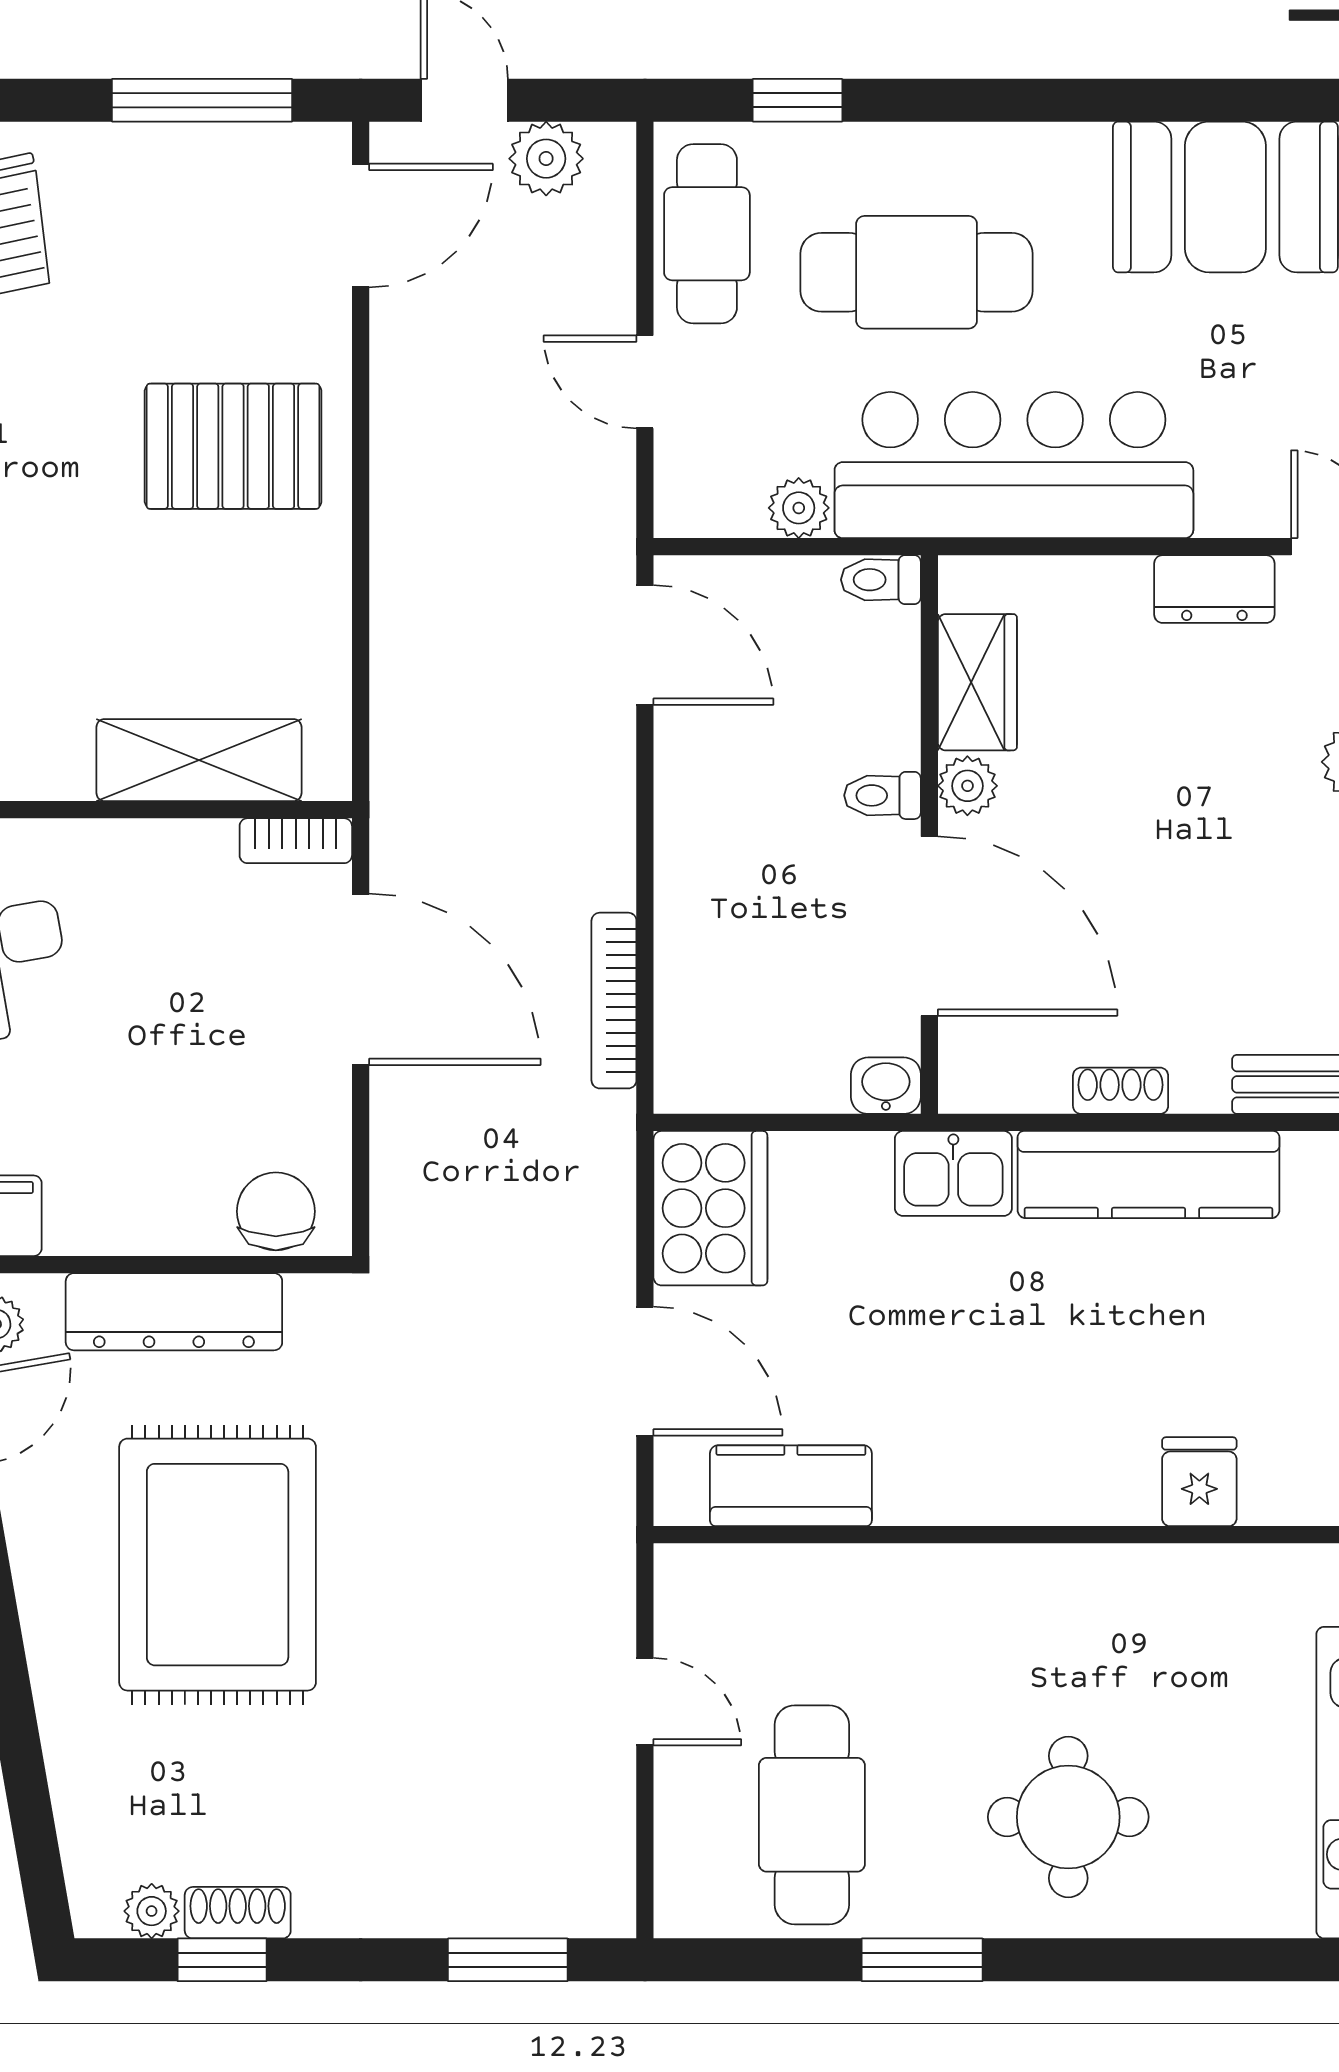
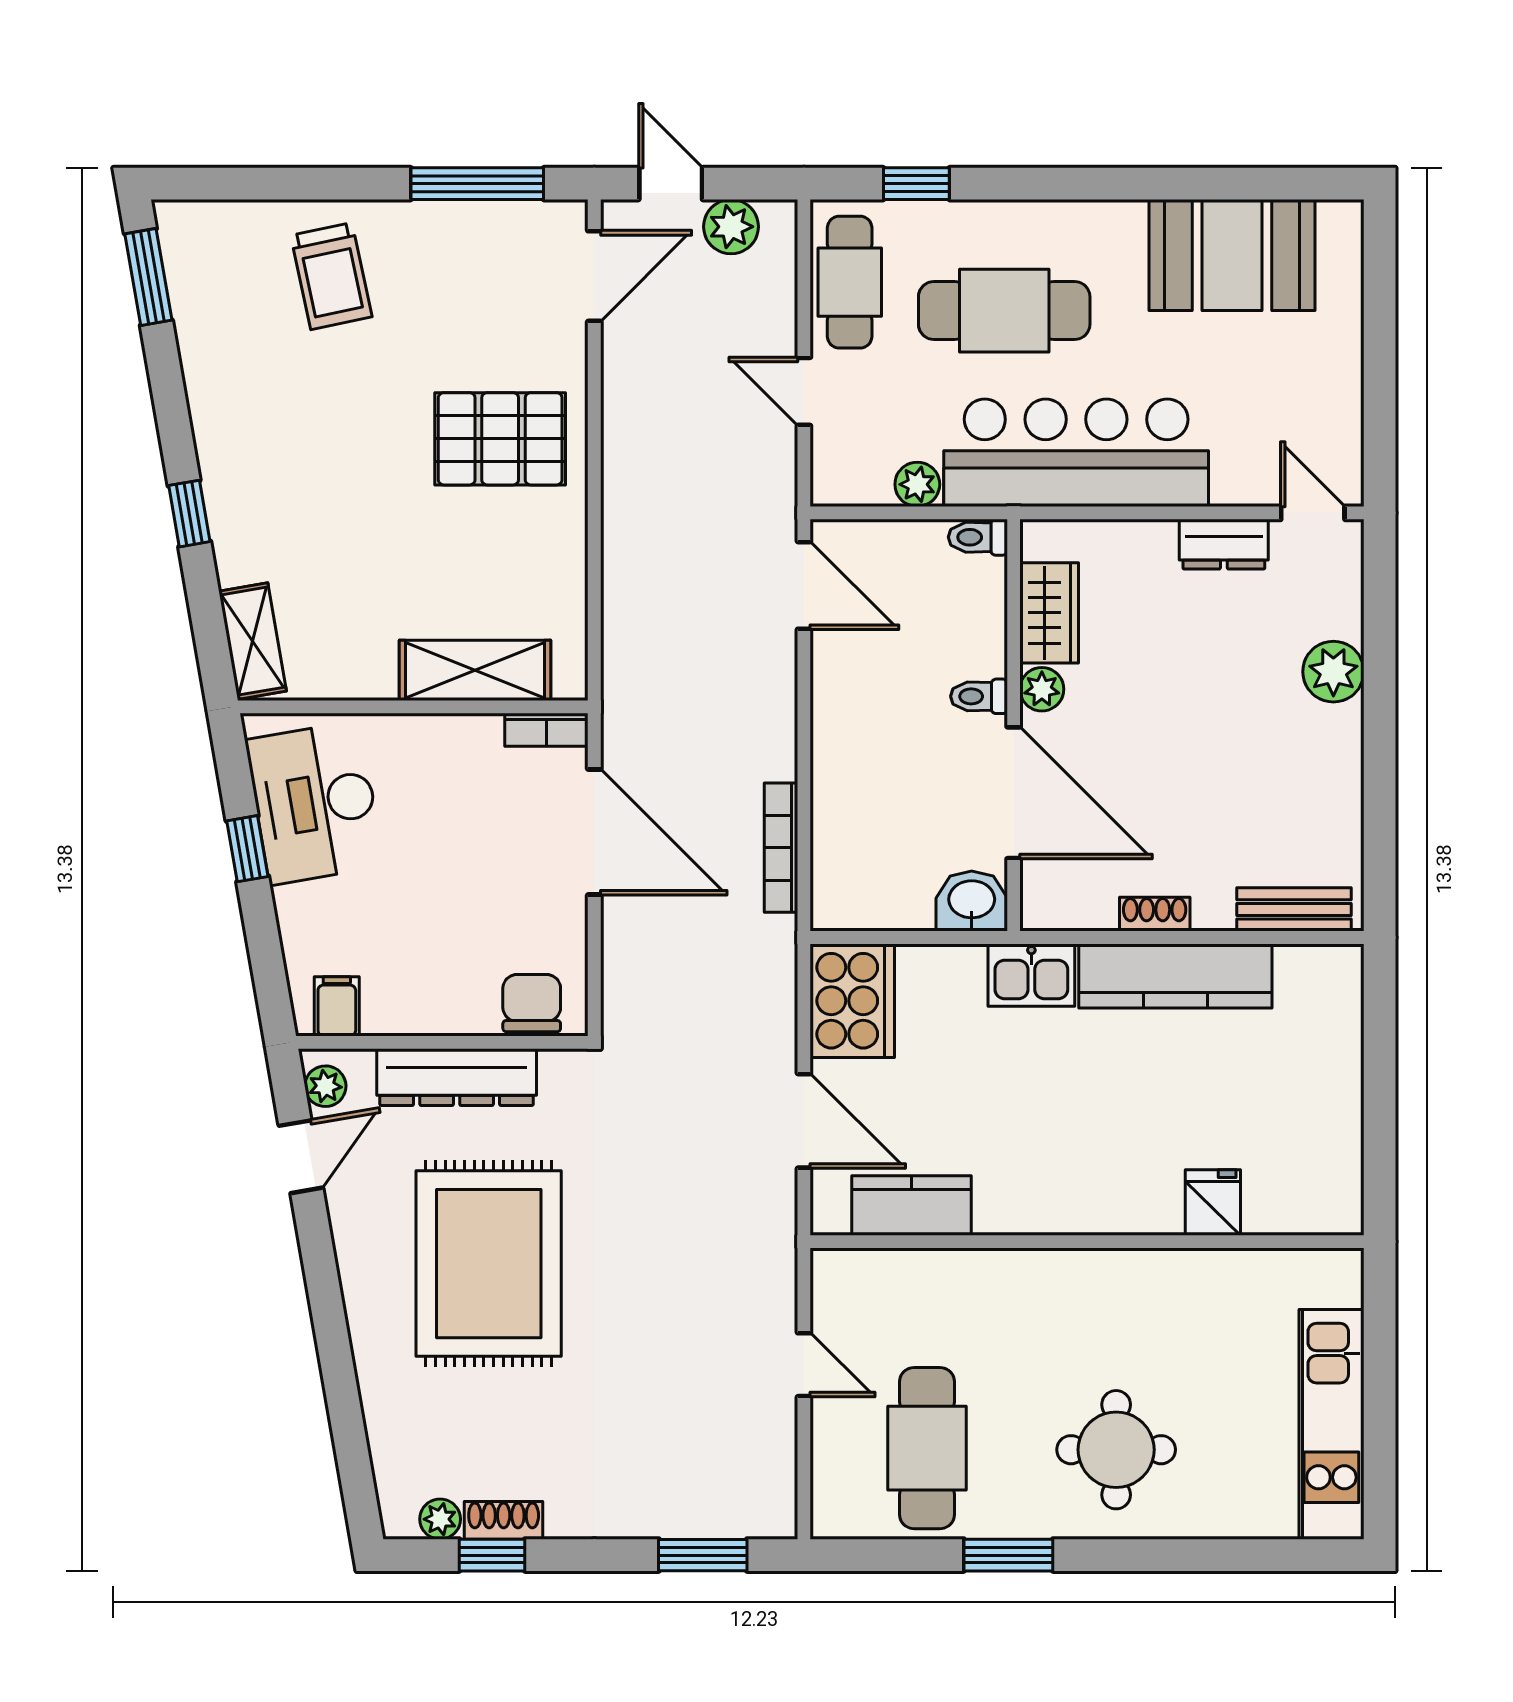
washbasin: (886, 1086) -> (972, 901), width x1.38, depth x1.45

